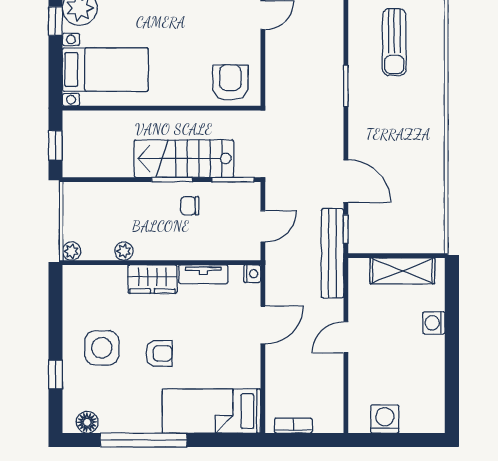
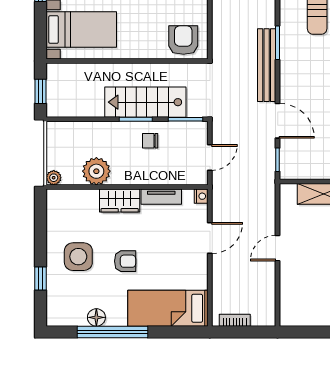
plant: (124, 251) -> (96, 171), width x1.88, depth x1.88
bench: (332, 253) -> (267, 65), moved
washing machine: (385, 419) -> (309, 315), removed
floor lamp: (87, 422) -> (96, 317), moved

